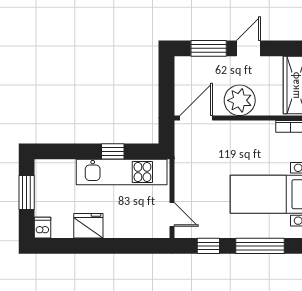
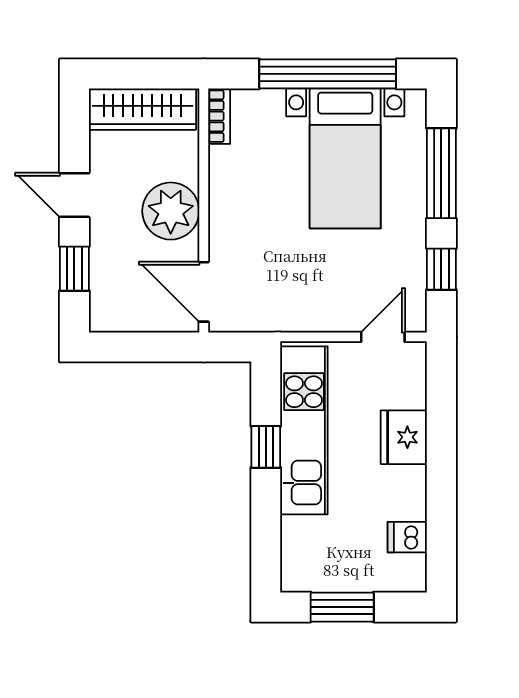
window: (209, 48) -> (74, 269), width x0.67
fridge: (88, 226) -> (404, 437), moved
dishwasher: (43, 228) -> (407, 537), moved

